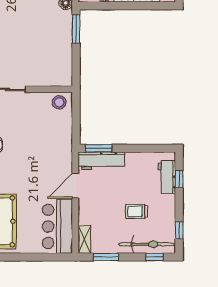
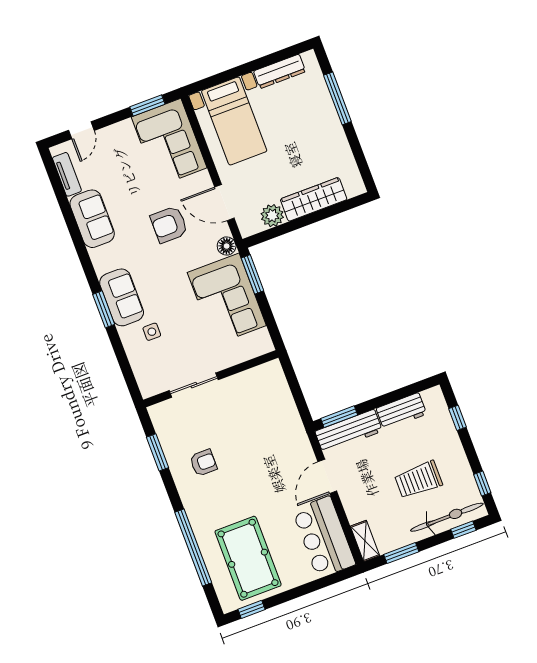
corner sofa: (52, 39) -> (227, 299), added
stool: (59, 102) -> (266, 377), removed
workbench: (167, 177) -> (401, 411), moved, turned -90
trolley: (137, 211) -> (418, 480), width x1.36, depth x1.39

